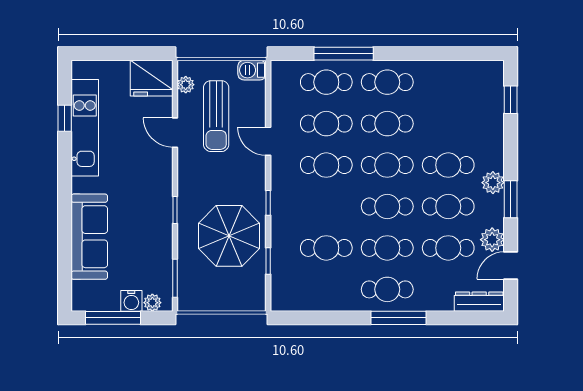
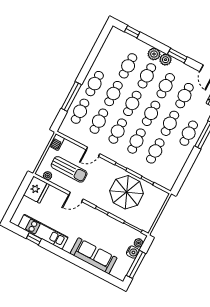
cafe table: (448, 124) -> (128, 66), added
door: (175, 133) -> (76, 197), moved
cafe table: (326, 206) -> (137, 141), added
plant: (492, 240) -> (154, 54), moved

